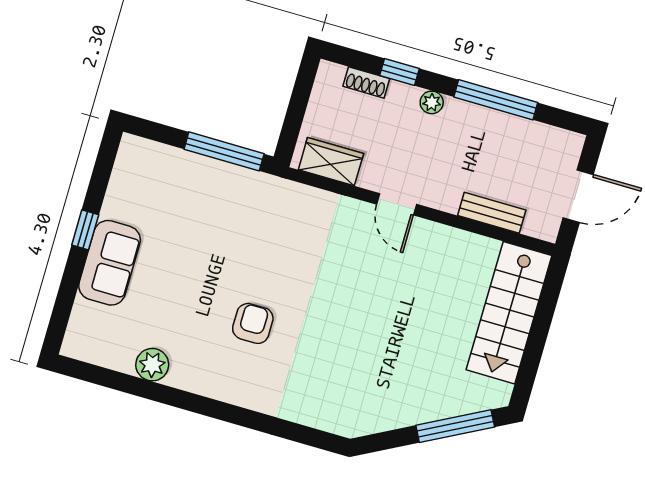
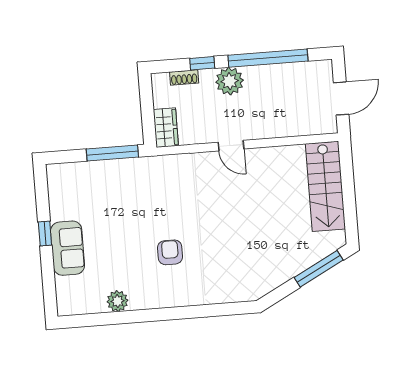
window: (496, 100) -> (268, 58), width x1.46
plant: (432, 102) -> (230, 81), width x1.88, depth x1.88
wardrobe: (331, 162) -> (166, 128), moved, turned 90
bench: (492, 213) -> (292, 129), removed

